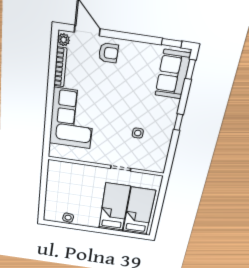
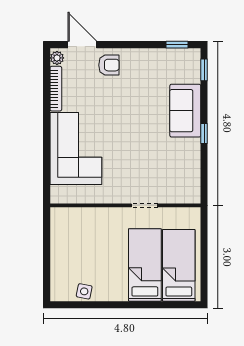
sofa: (173, 74) -> (185, 111), moved
side table: (138, 133) -> (158, 155), removed

